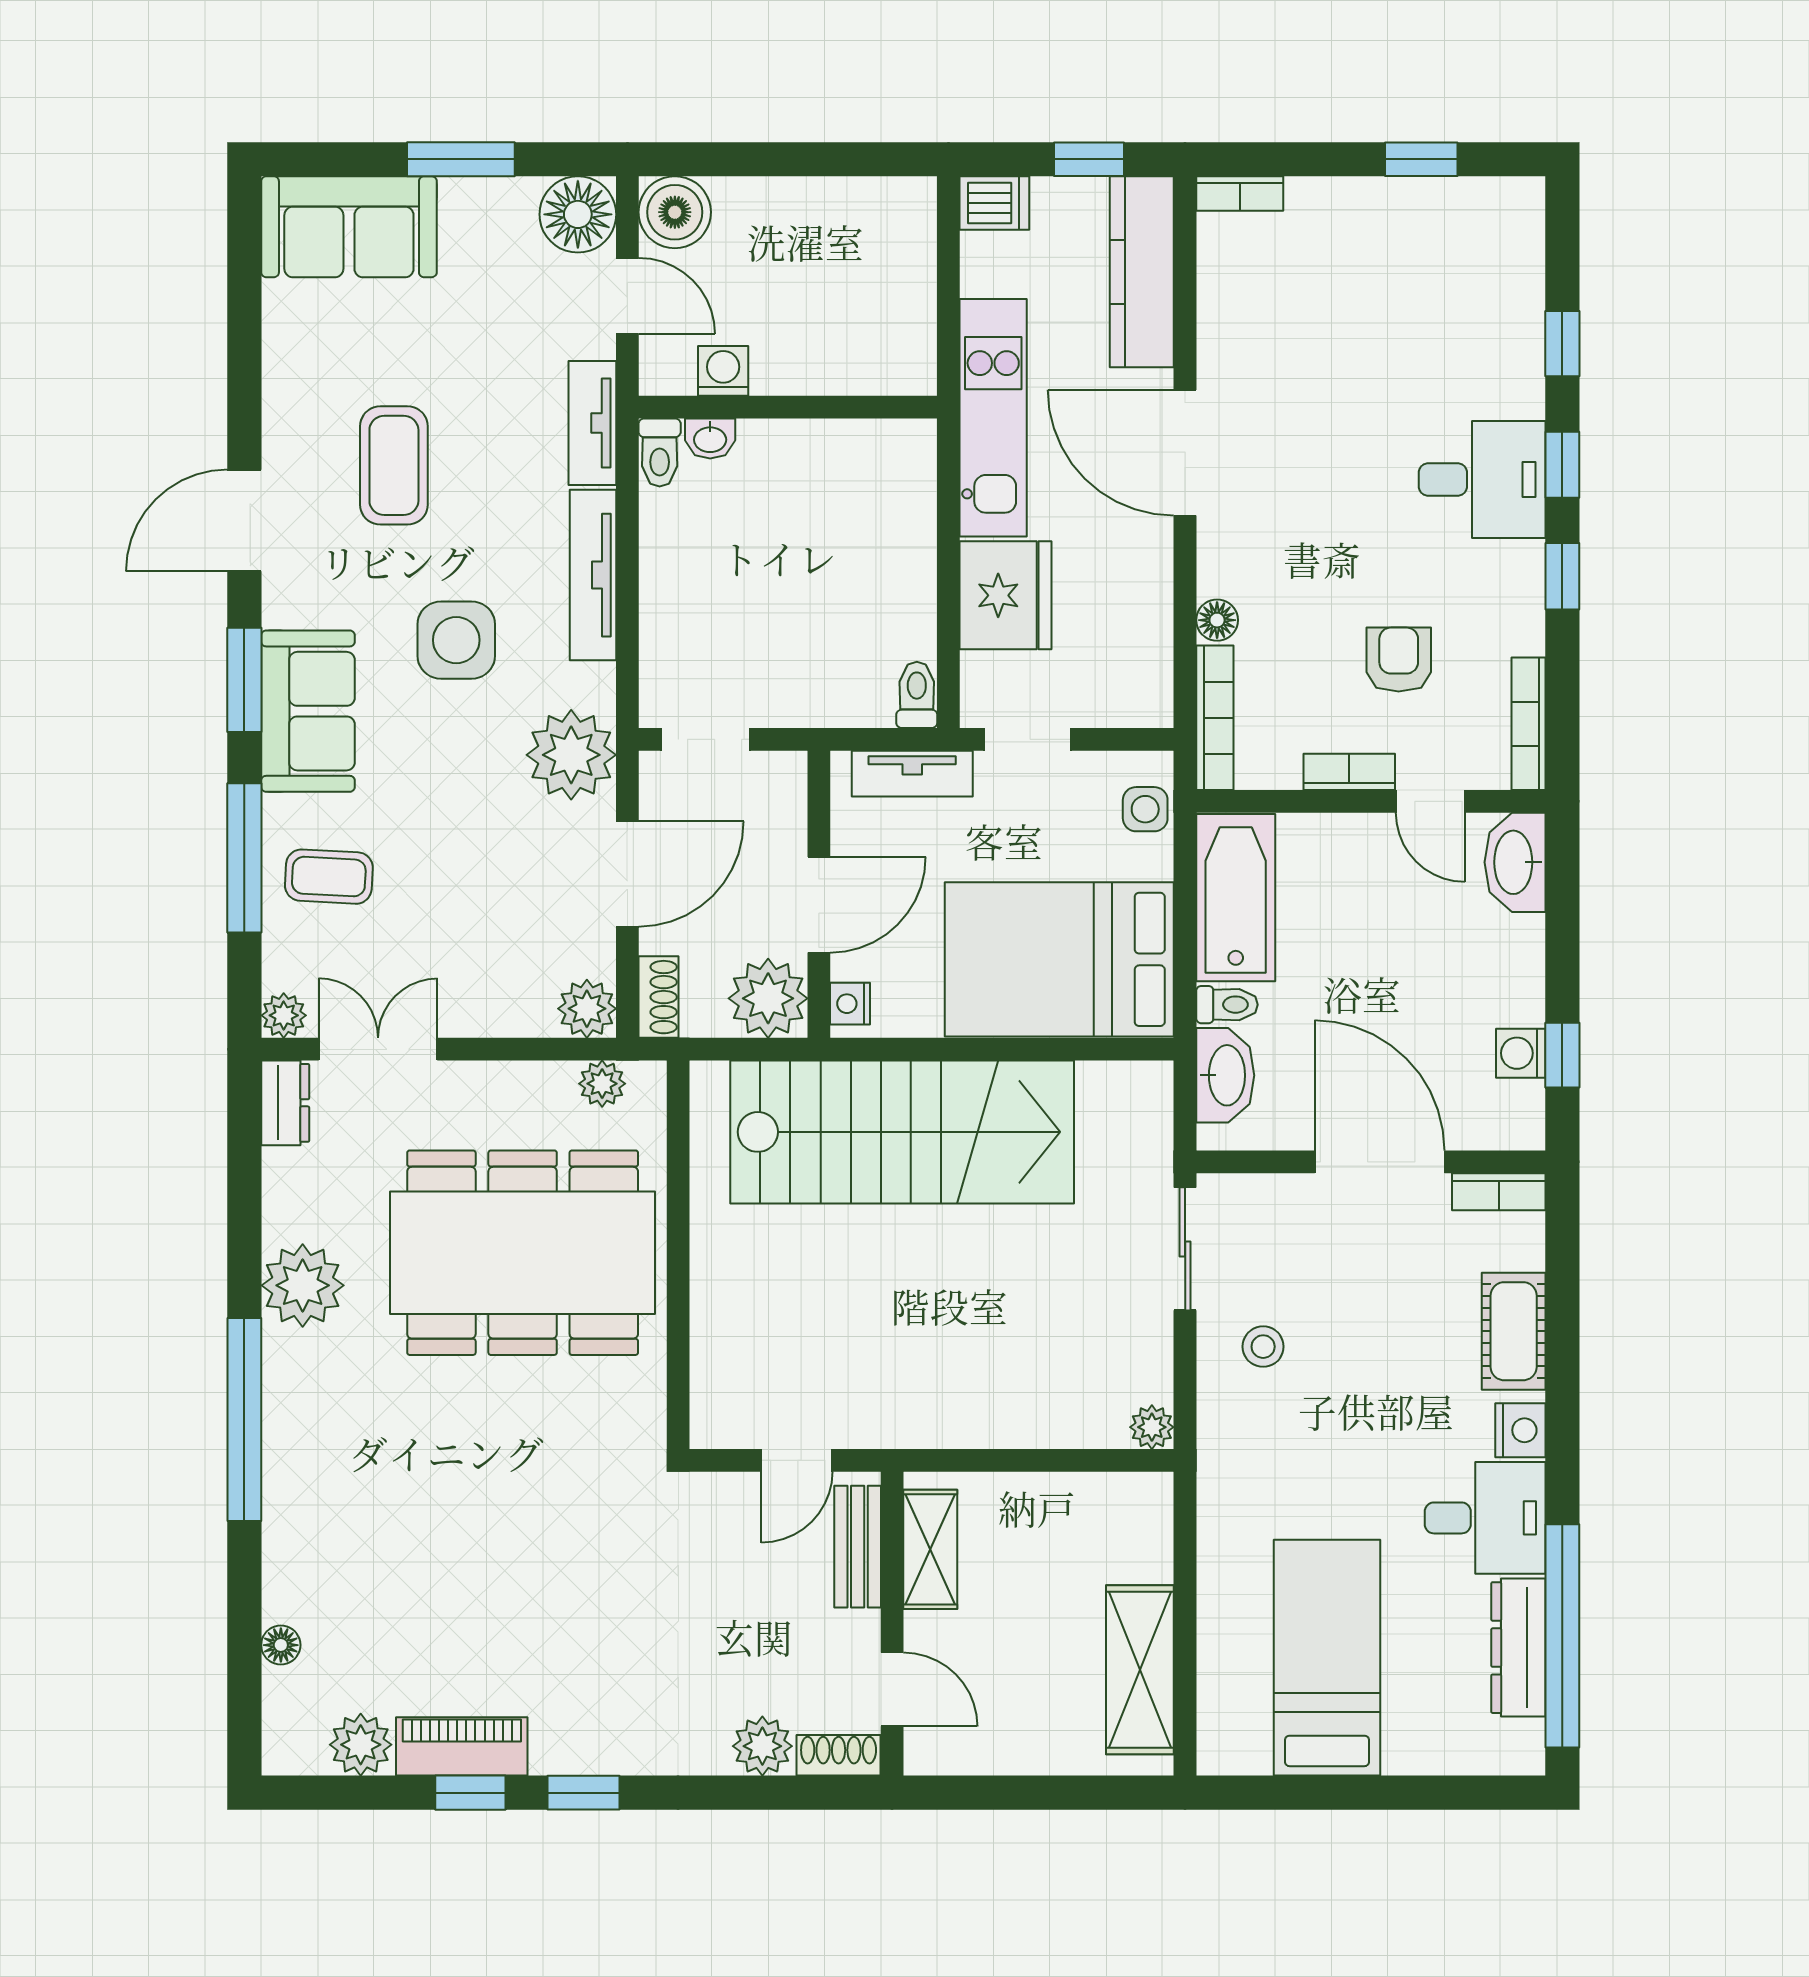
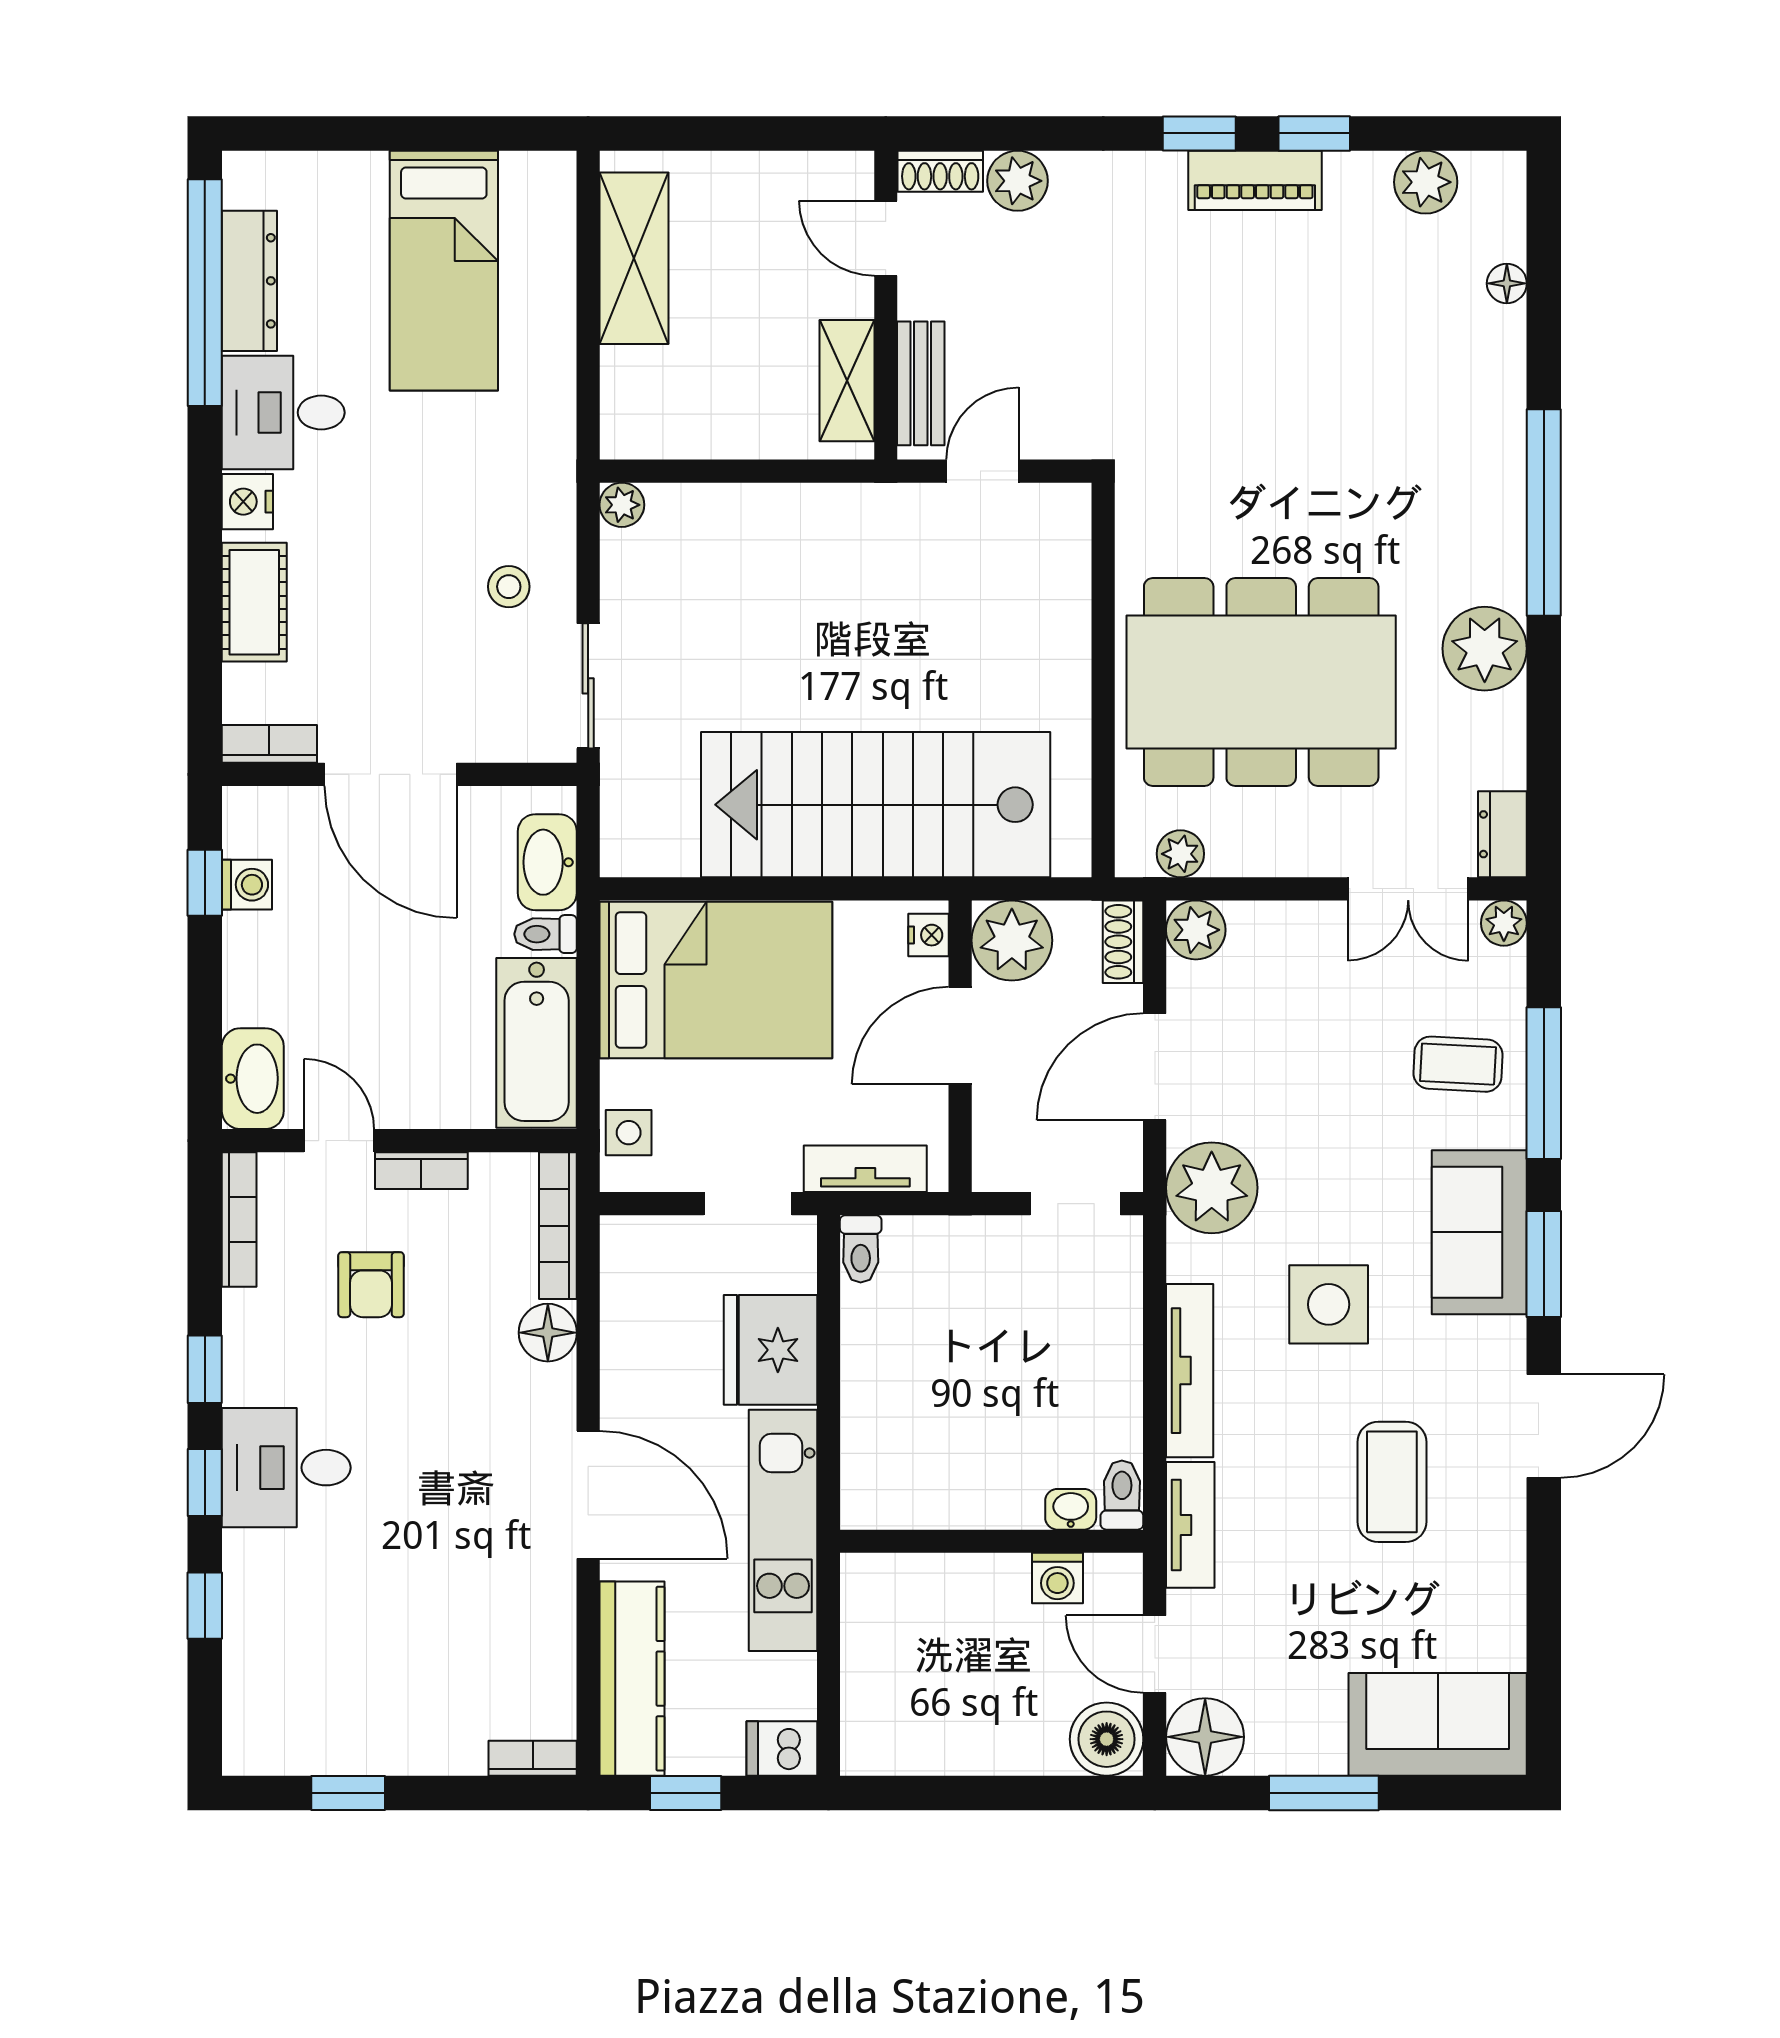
floor lamp: (1217, 620) -> (548, 1333), width x1.37, depth x1.37
piano: (462, 1746) -> (1255, 180), moved

